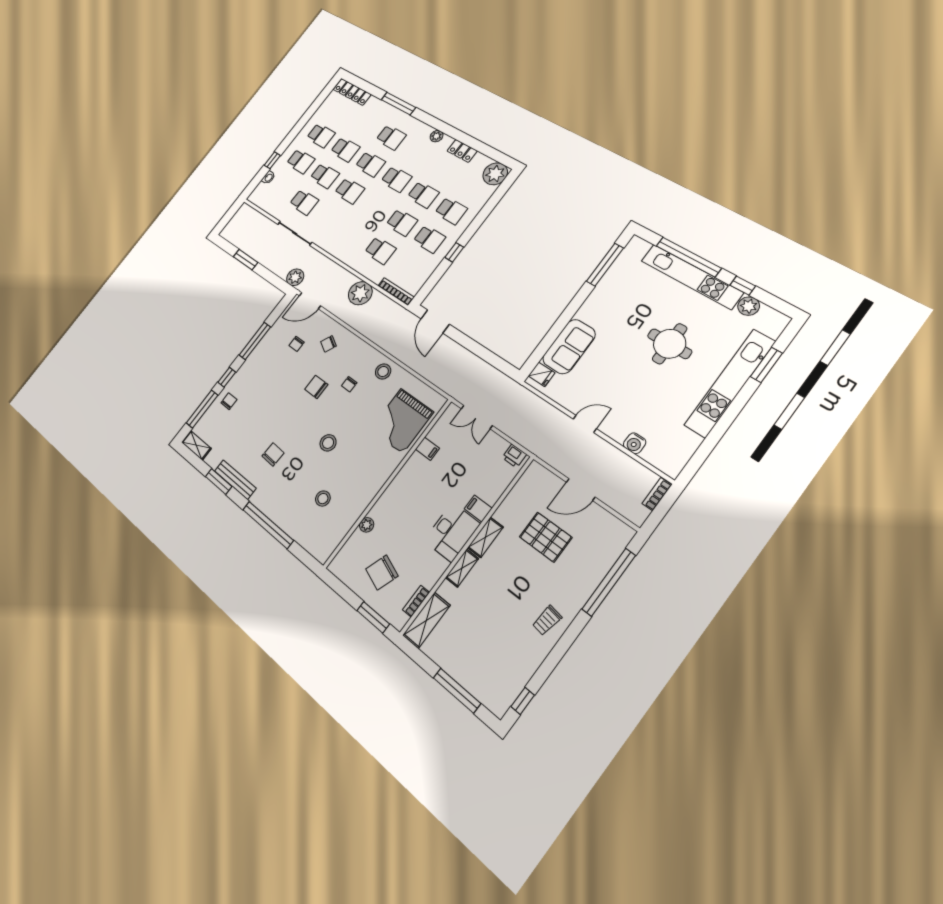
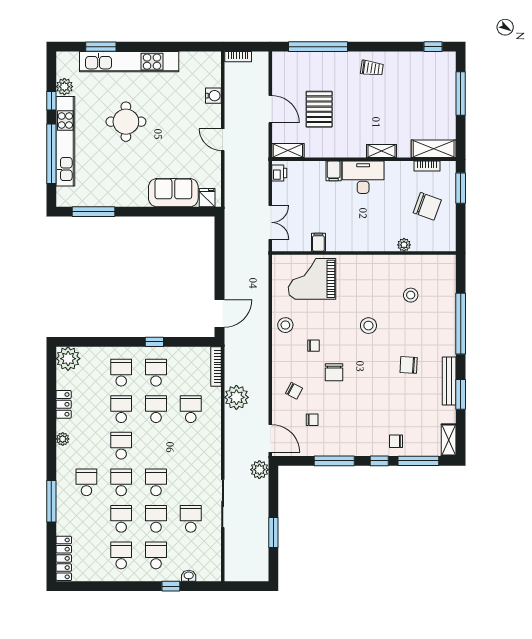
grand piano: (402, 421) -> (312, 279), turned 180
shelving: (485, 537) -> (288, 151), moved

